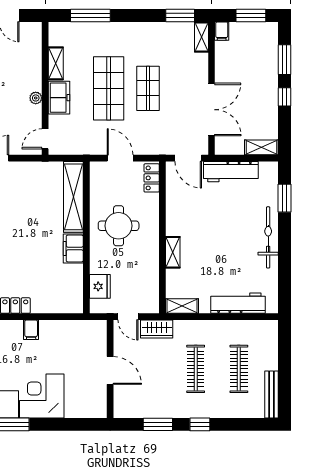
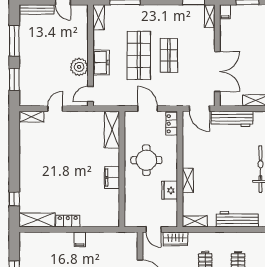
shelving: (56, 63) -> (99, 17), moved
plant: (36, 98) -> (79, 67), width x1.87, depth x1.87
shelving: (73, 197) -> (112, 130), width x0.68
fridge: (100, 286) -> (170, 190), moved, turned 180

